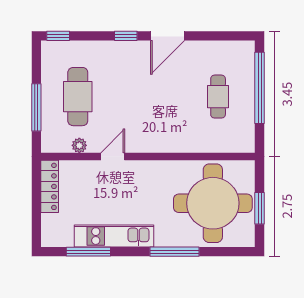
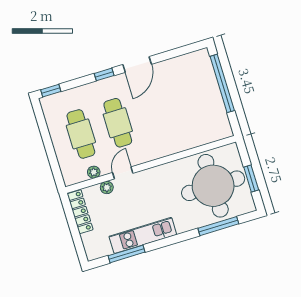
cafe table: (218, 97) -> (118, 123), moved, width x1.37, depth x1.35
window: (36, 107) -> (51, 152), removed
plant: (89, 168) -> (107, 187), added
window: (175, 252) -> (218, 226), moved

